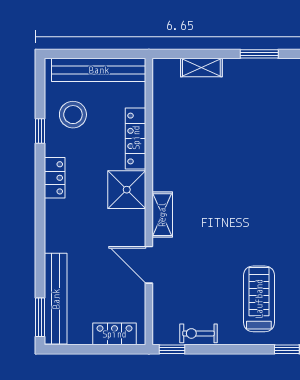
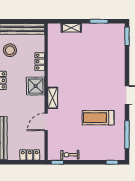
locker: (136, 138) -> (40, 62), width x0.66
door: (149, 265) -> (46, 122), hinge flipped
treadmill: (259, 299) -> (98, 118), moved, turned -90

